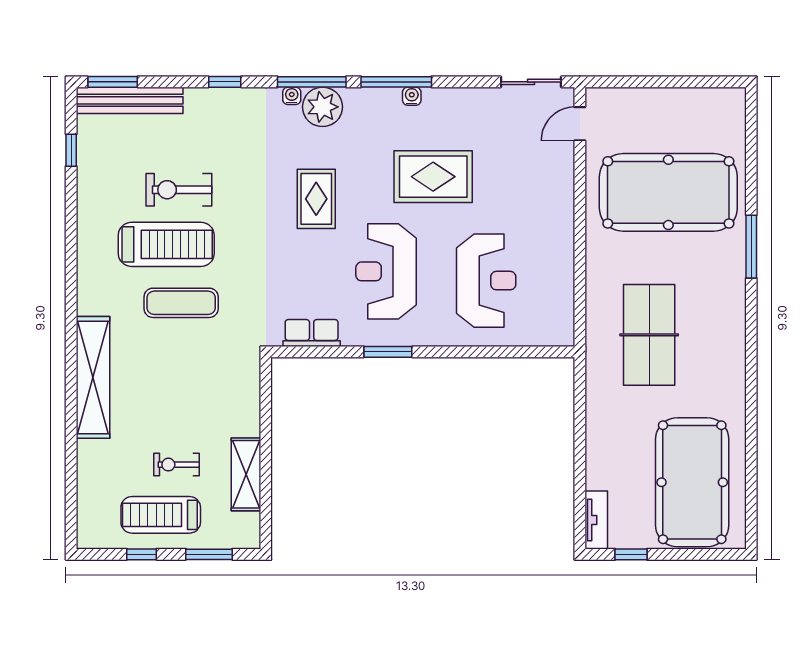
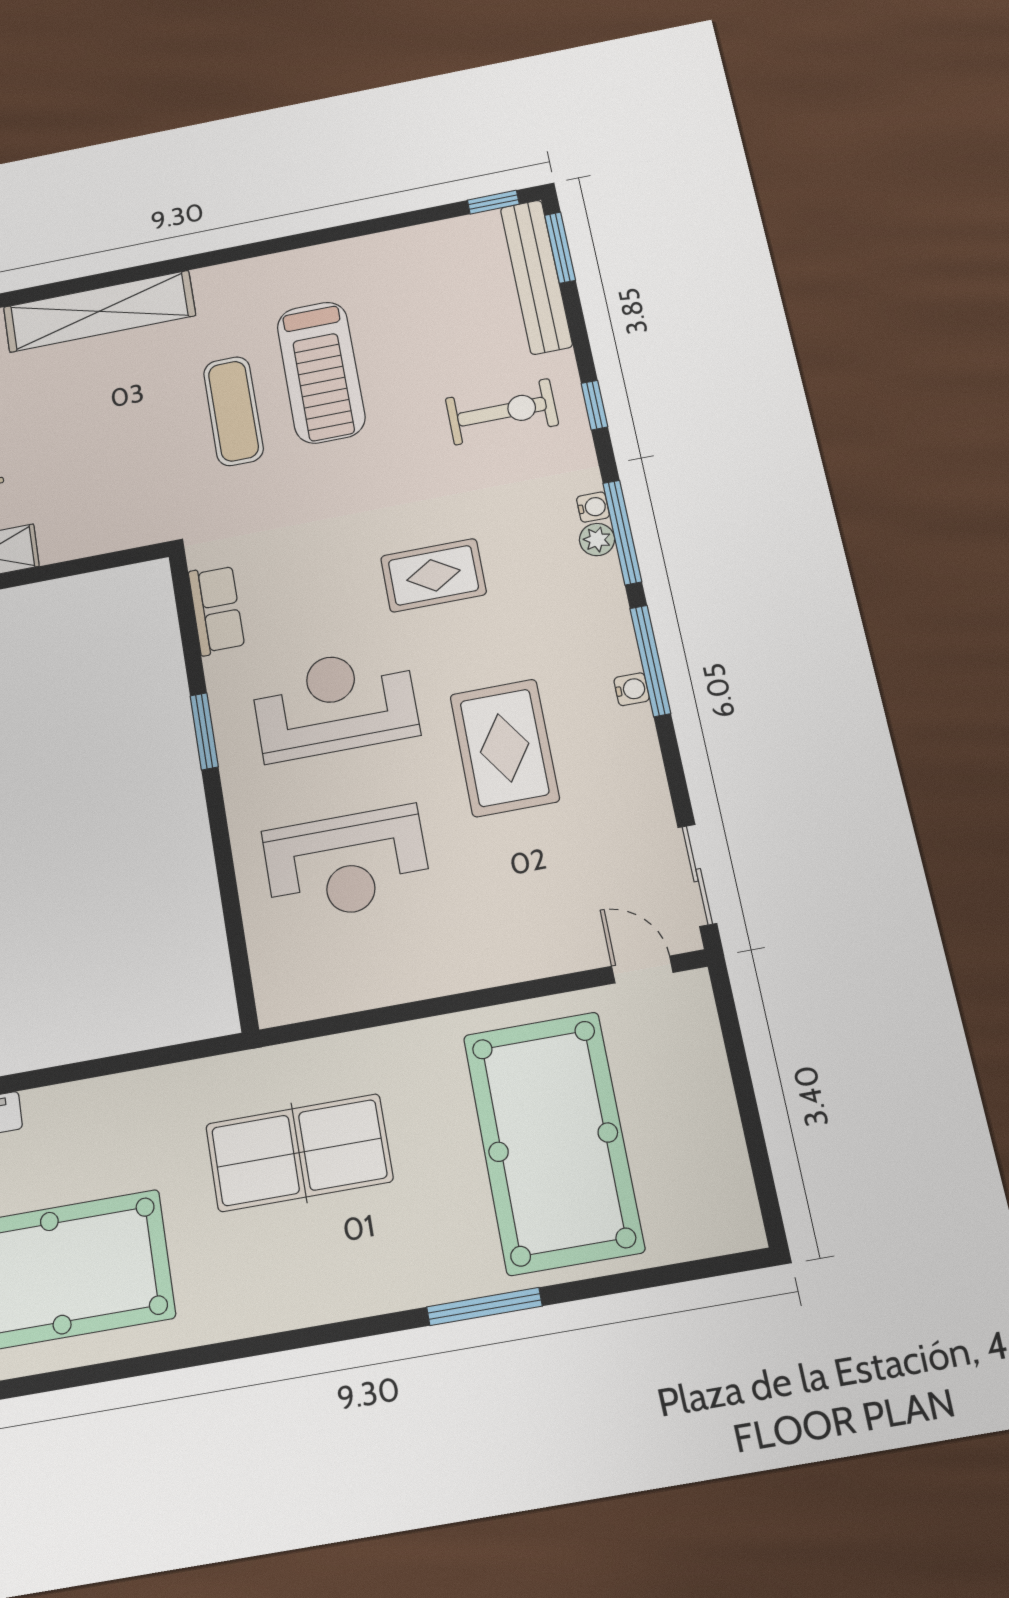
plant: (322, 107) -> (597, 540), width x0.53, depth x0.53
window: (71, 150) -> (493, 202), moved
exercise bike: (179, 190) -> (502, 412), moved, turned 90

